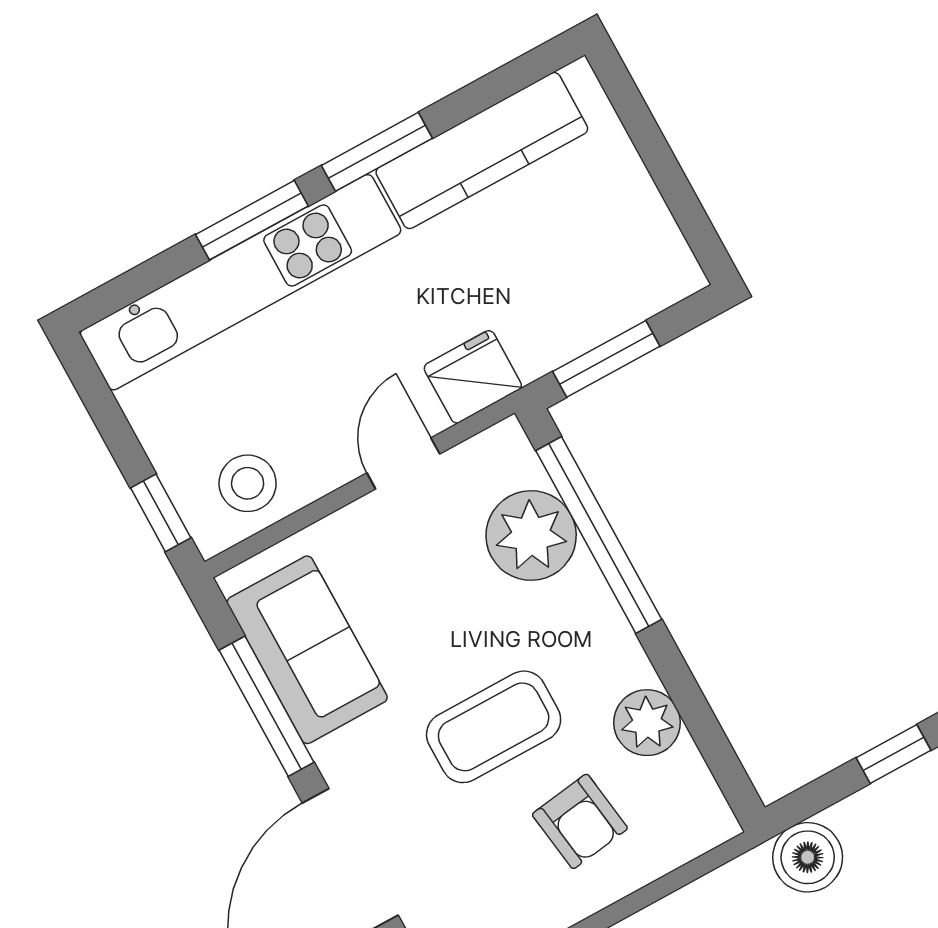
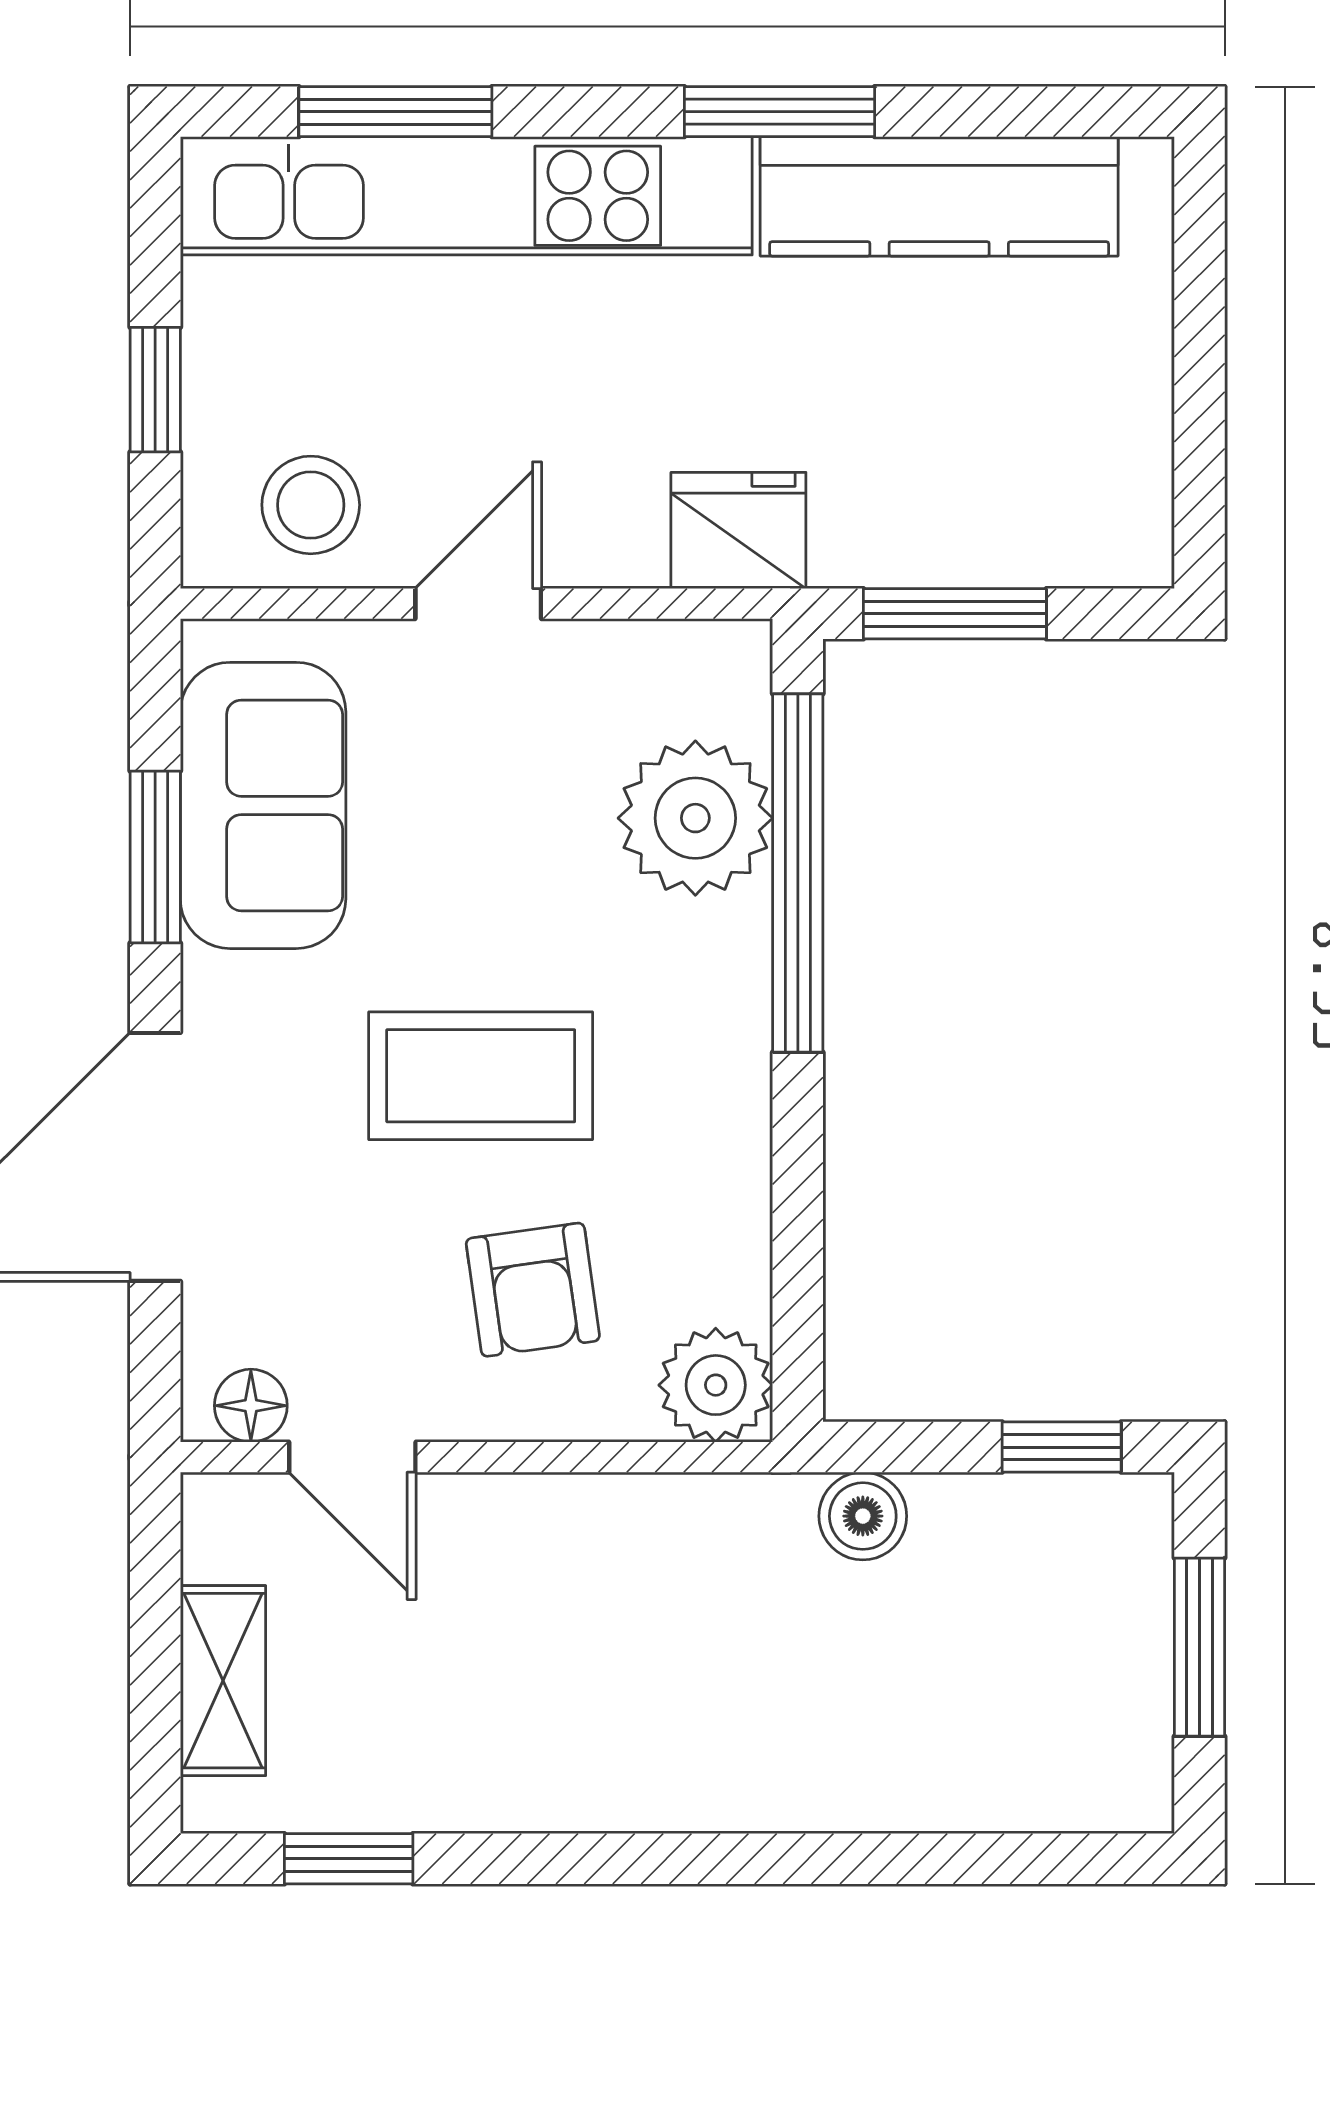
window: (252, 220) -> (395, 112), moved
door: (403, 463) -> (478, 604), moved
window: (161, 513) -> (155, 390), moved
window: (267, 706) -> (155, 857), width x0.69
plant: (647, 723) -> (716, 1385), moved
boiler: (808, 857) -> (863, 1516), width x0.73, depth x0.73

